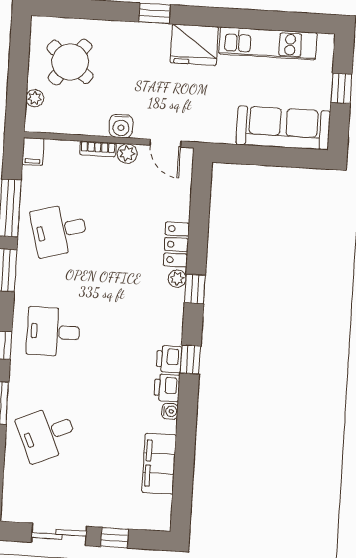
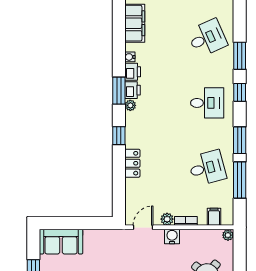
plant: (35, 98) -> (228, 235), moved
sofa: (283, 128) -> (61, 242), width x0.73
door: (165, 143) -> (143, 227), hinge flipped
filing cabinet: (33, 152) -> (214, 217), moved
plant: (177, 279) -> (130, 105), moved
window: (190, 359) -> (119, 91), width x1.50

